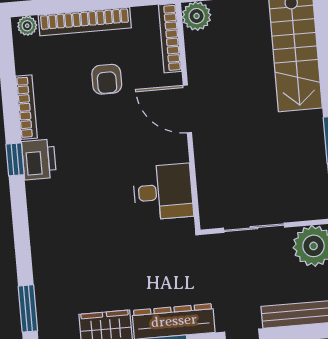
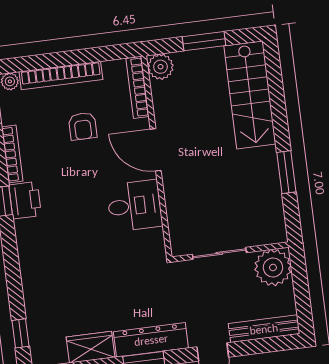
desk: (163, 192) -> (134, 206), moved
window: (28, 308) -> (21, 333), width x0.67

